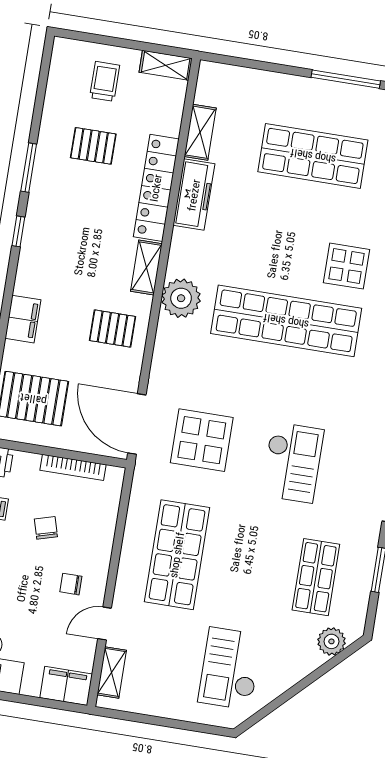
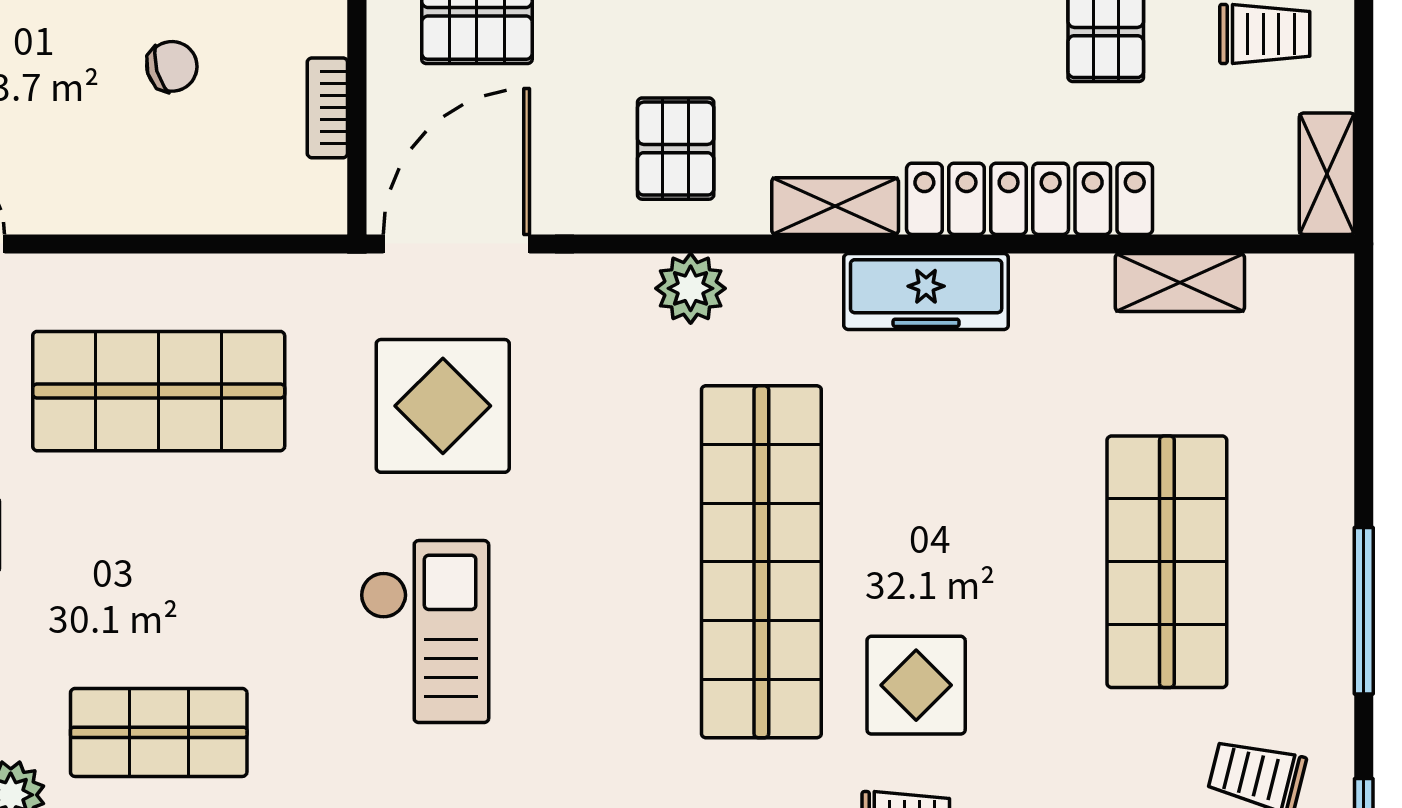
freezer: (194, 195) -> (926, 292), moved
plant: (181, 298) -> (691, 288), moved, width x0.73, depth x0.73
checkout: (292, 462) -> (424, 632), turned -90
bookcase: (73, 467) -> (327, 108), width x0.64
chair: (71, 584) -> (47, 148), removed

